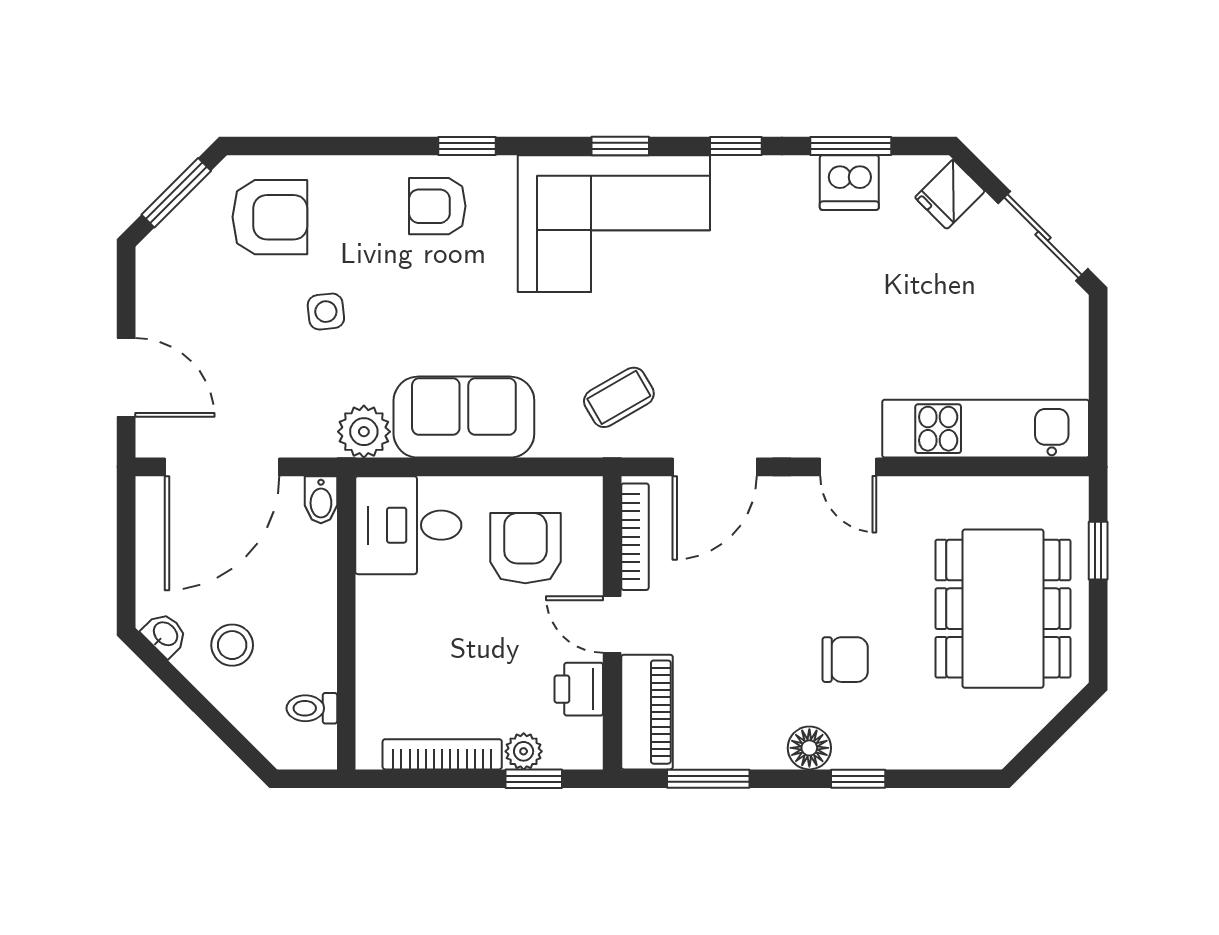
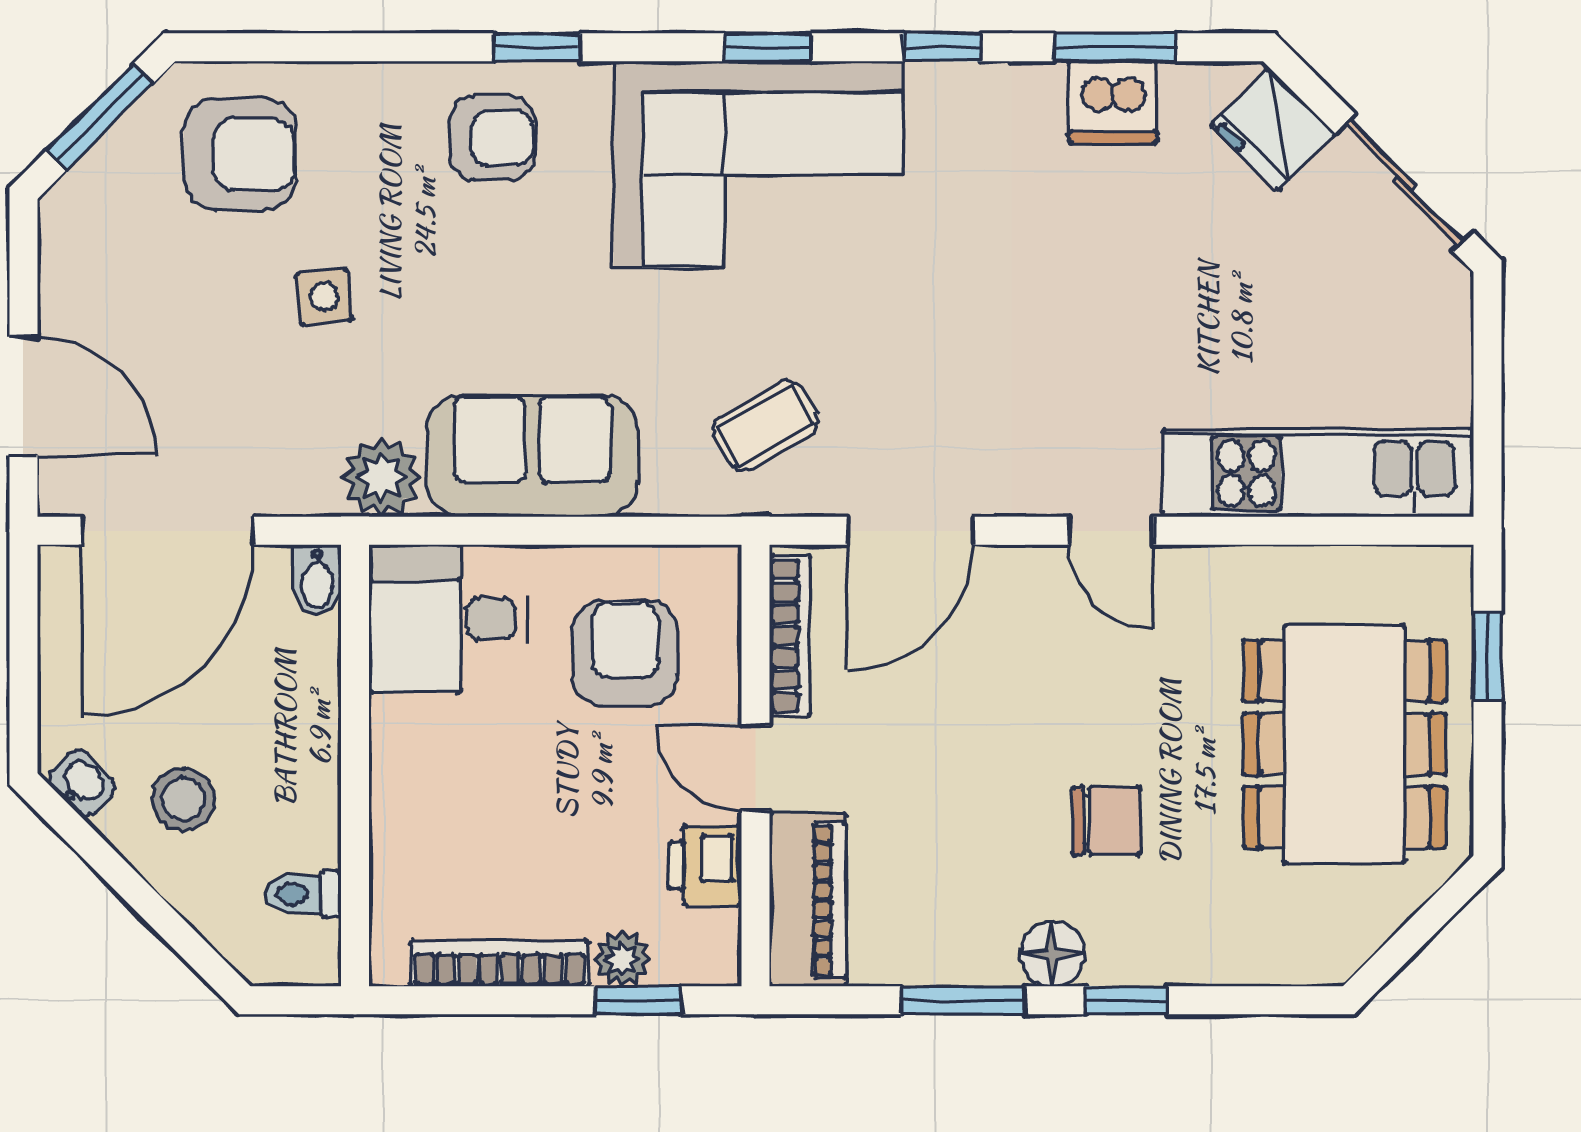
fridge: (950, 194) -> (1273, 129), width x1.38
armchair: (437, 206) -> (492, 138), turned 180
window: (708, 779) -> (963, 1000), moved

